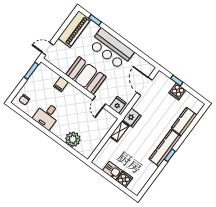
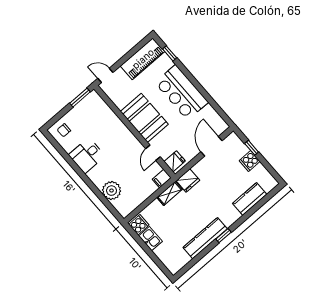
filing cabinet: (61, 84) -> (162, 179), moved
kitchen counter: (165, 148) -> (205, 238), moved
cooker: (124, 179) -> (139, 225), moved

